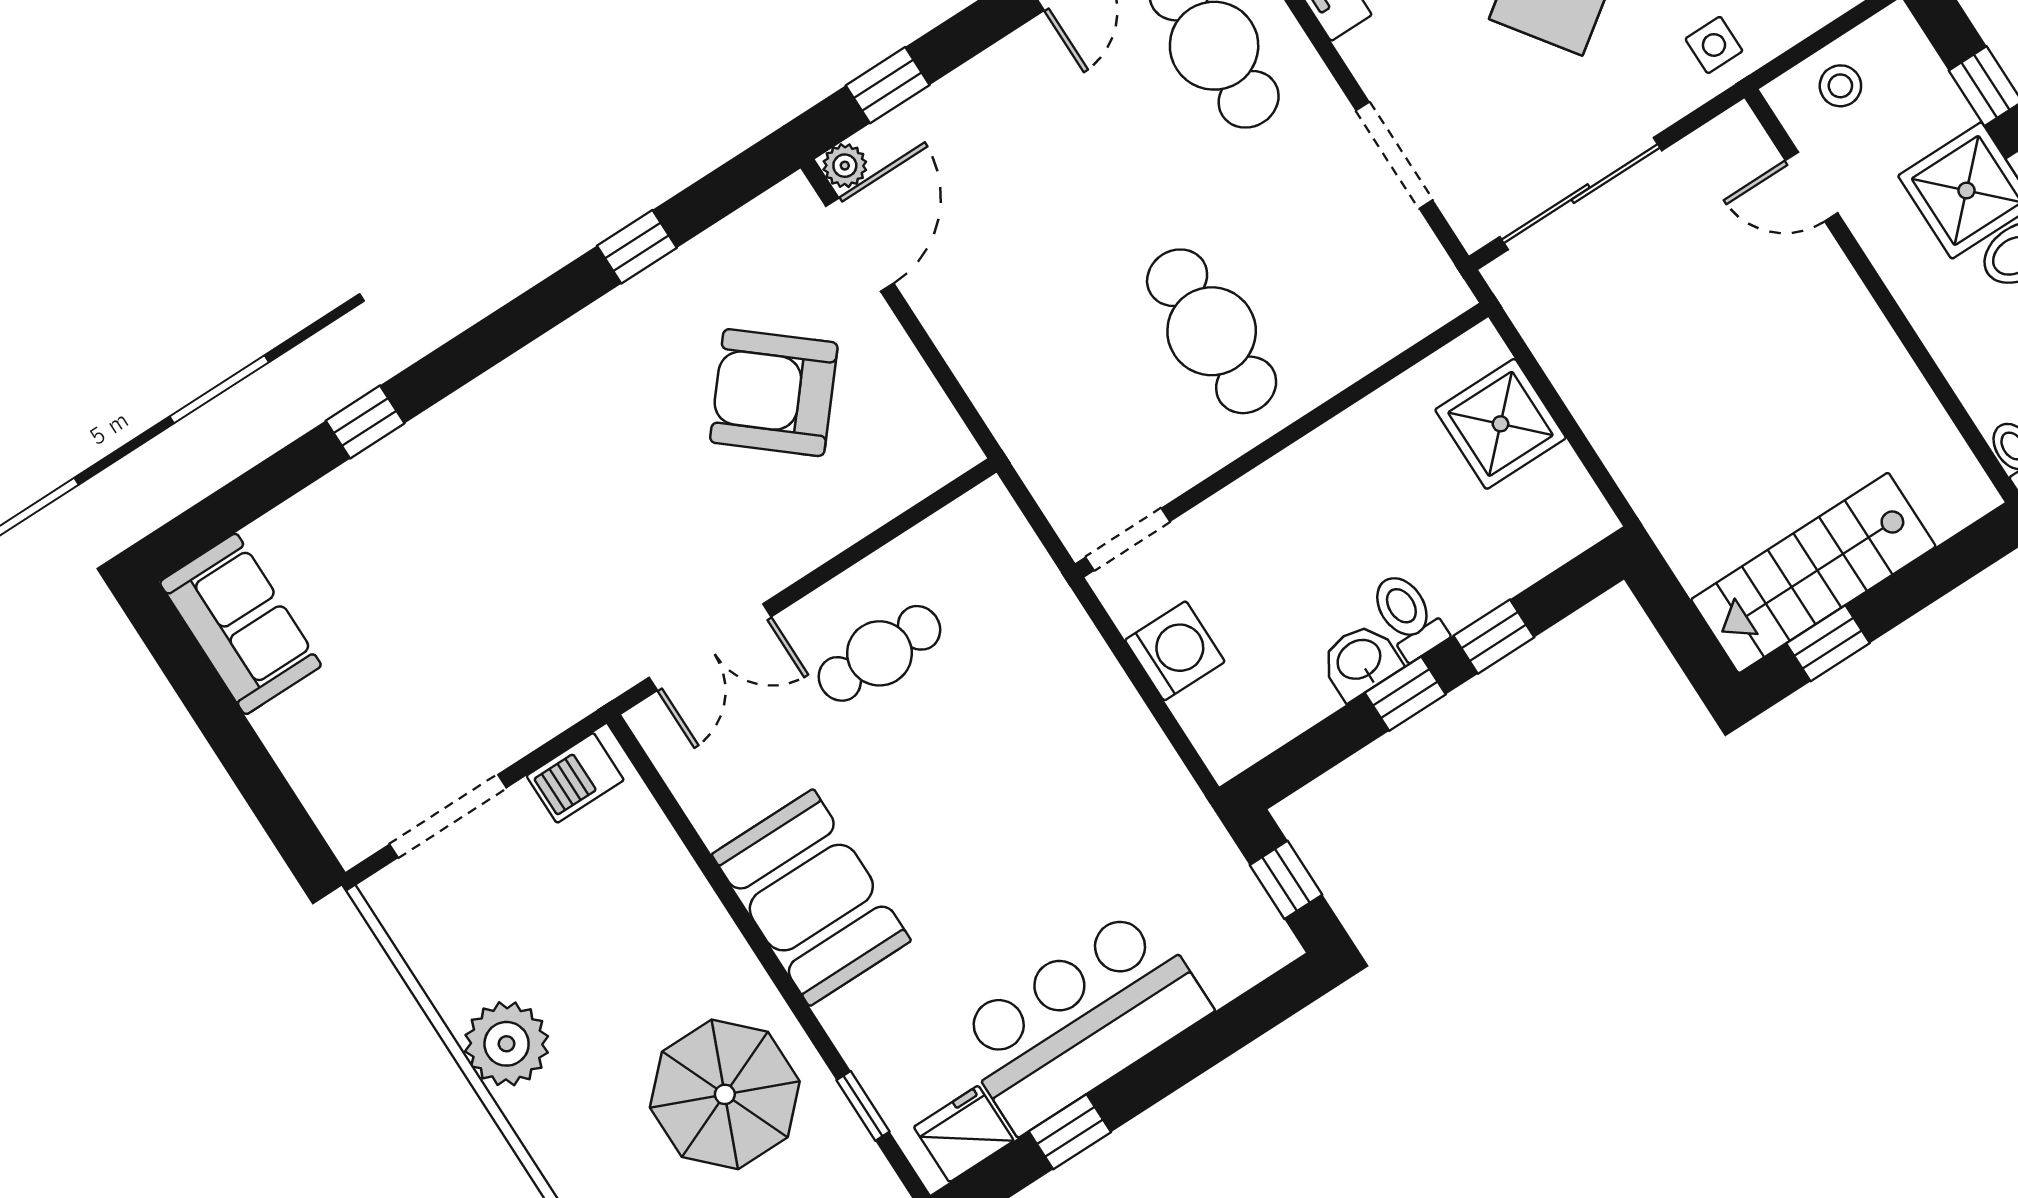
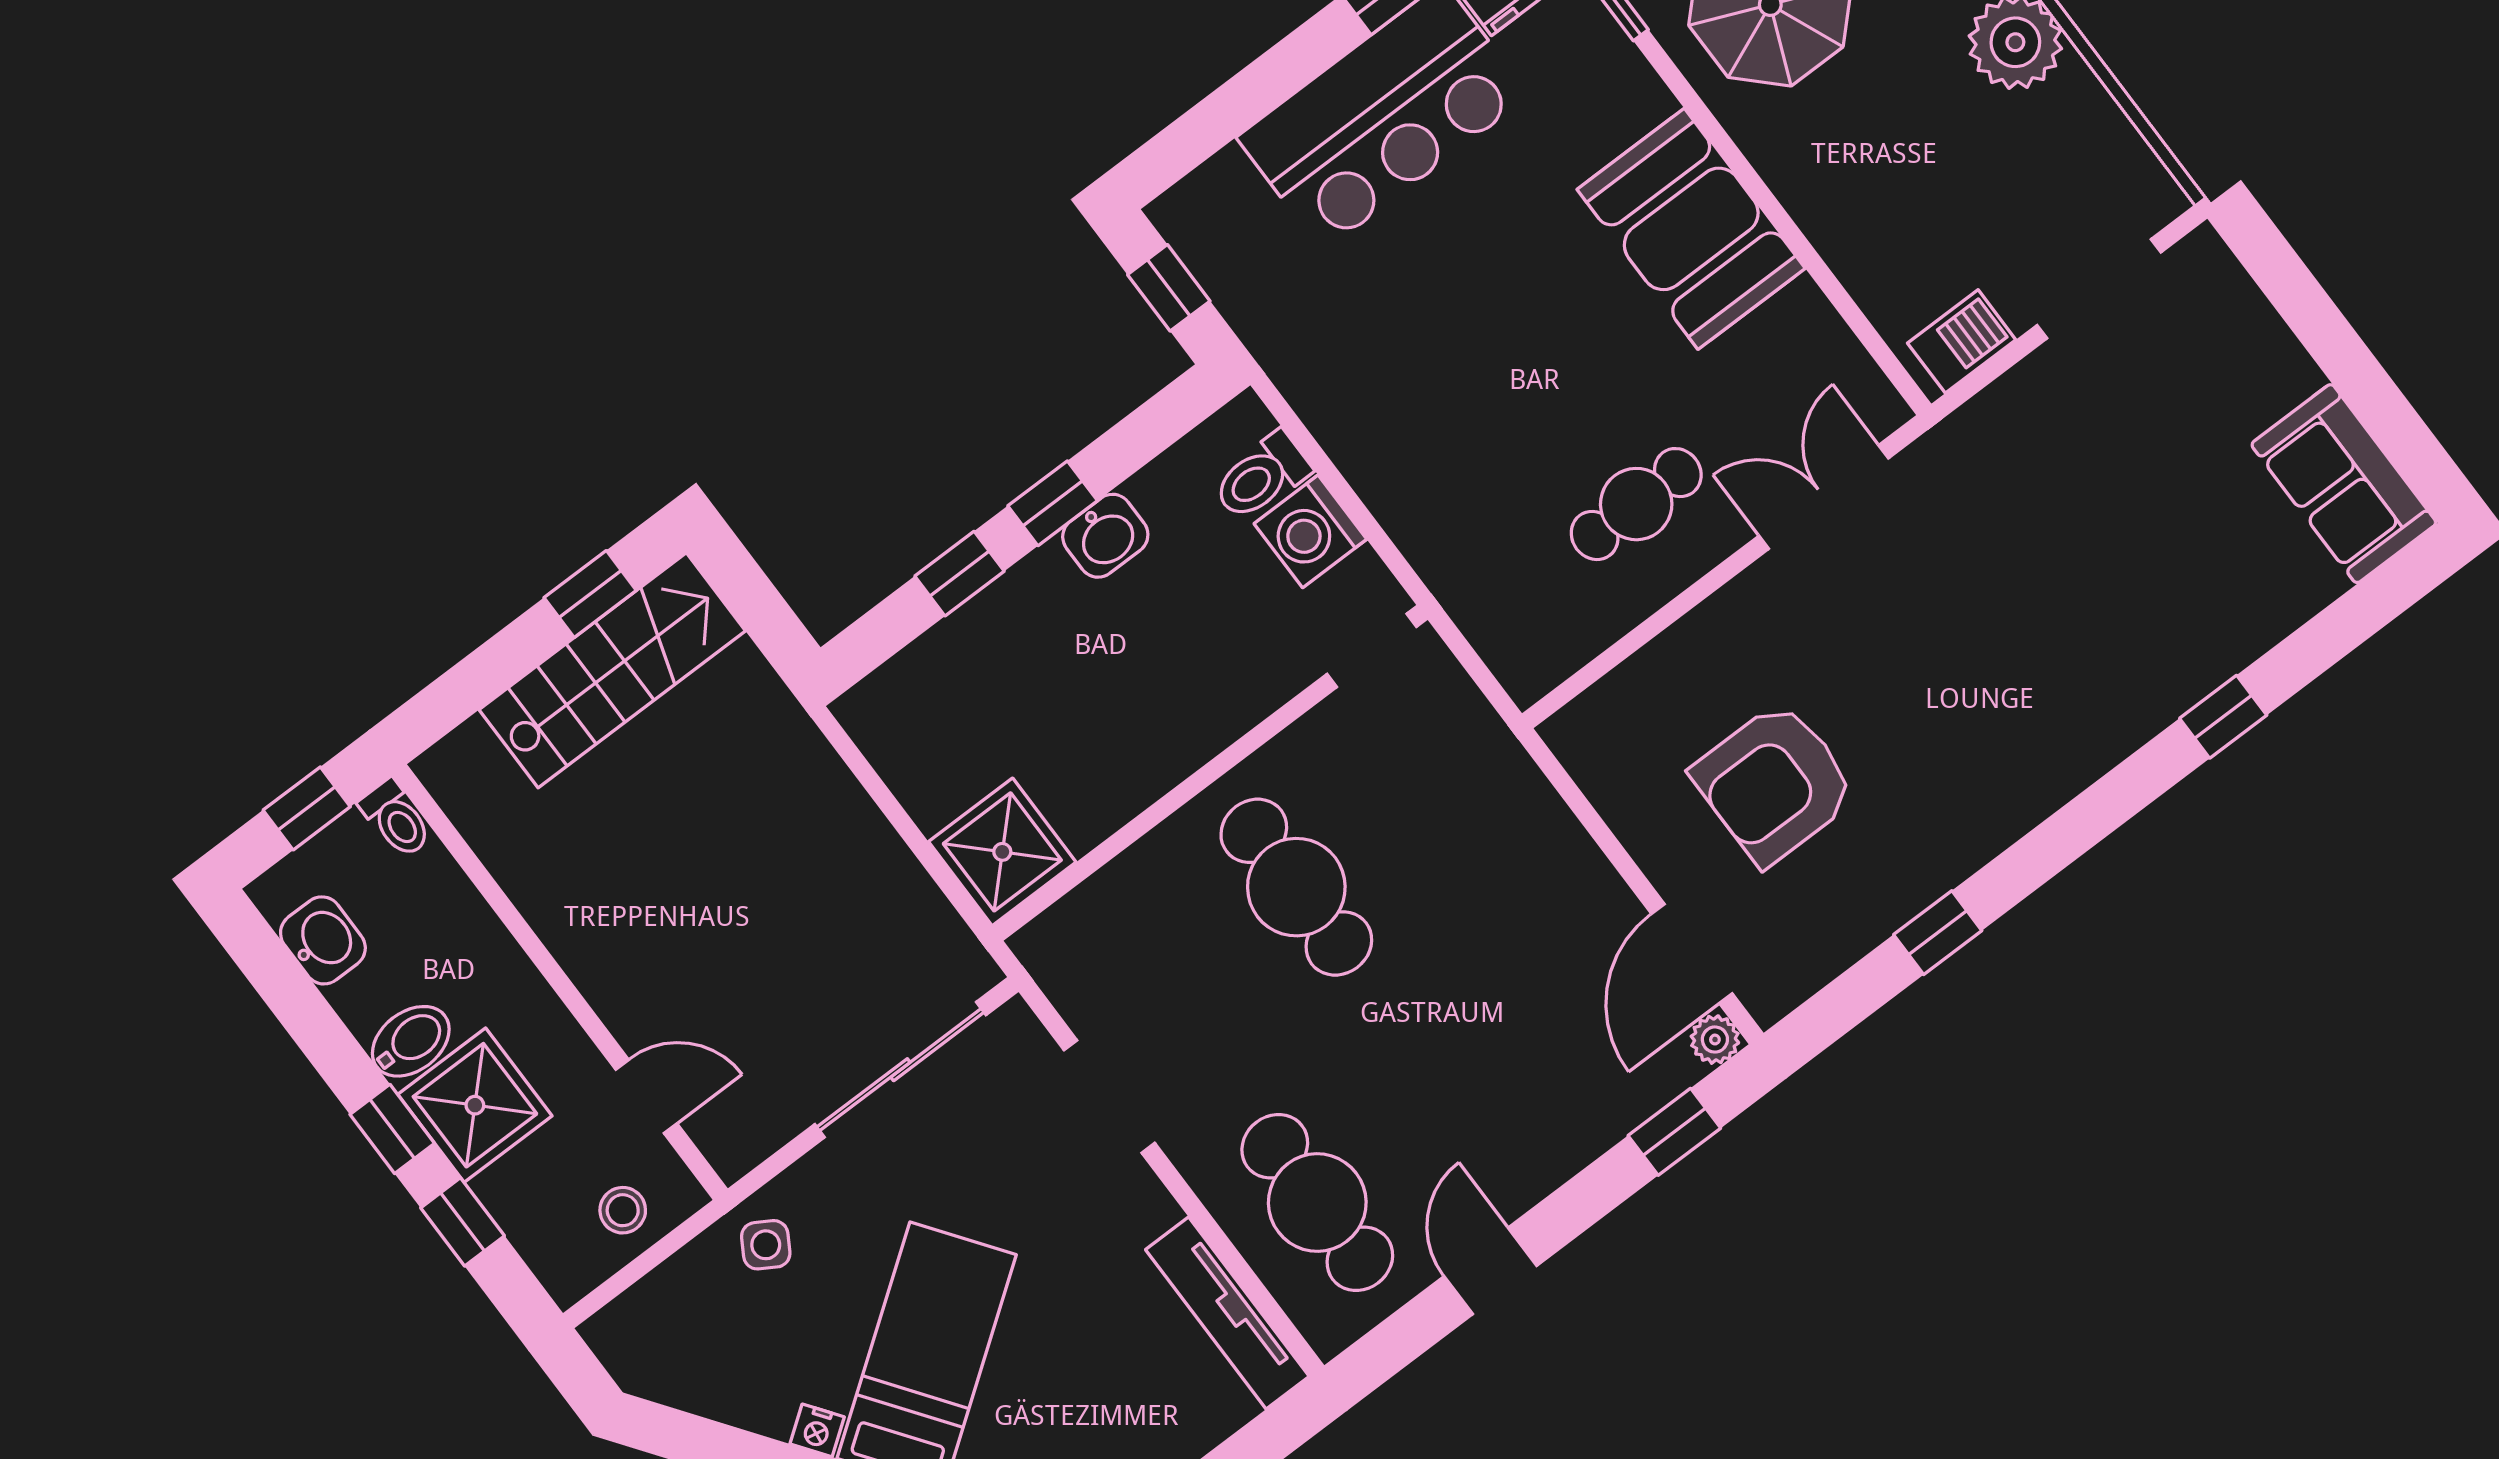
side table: (1714, 45) -> (766, 1245), turned 31
armchair: (774, 393) -> (1774, 783), turned 140
shower: (1501, 424) -> (1002, 852), moved
toilet: (1408, 616) -> (1262, 476), moved, turned 90

